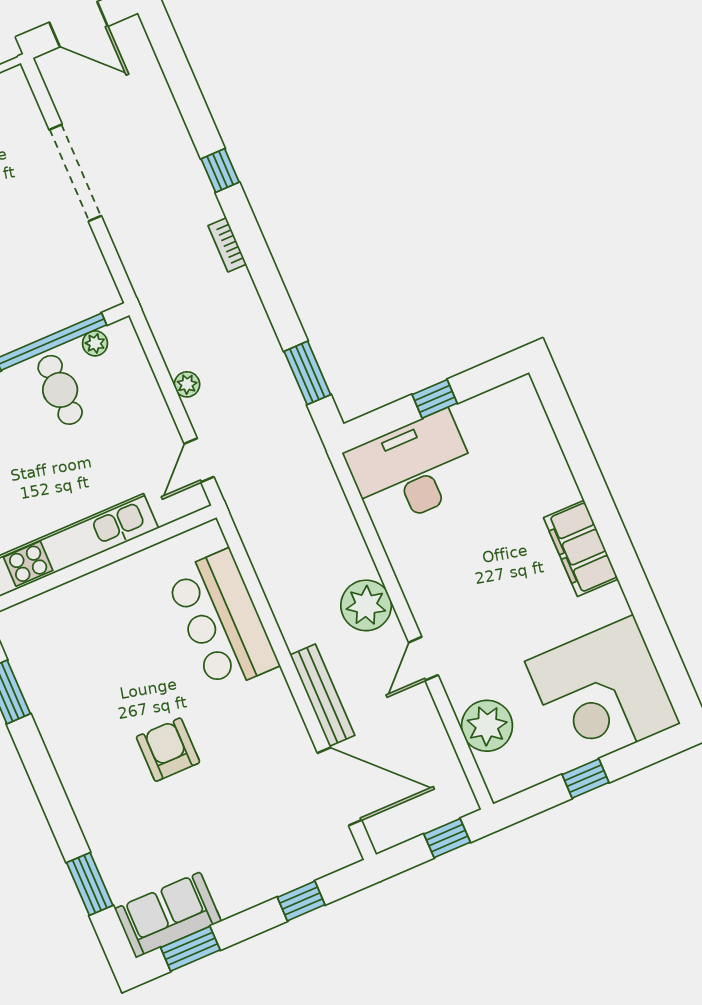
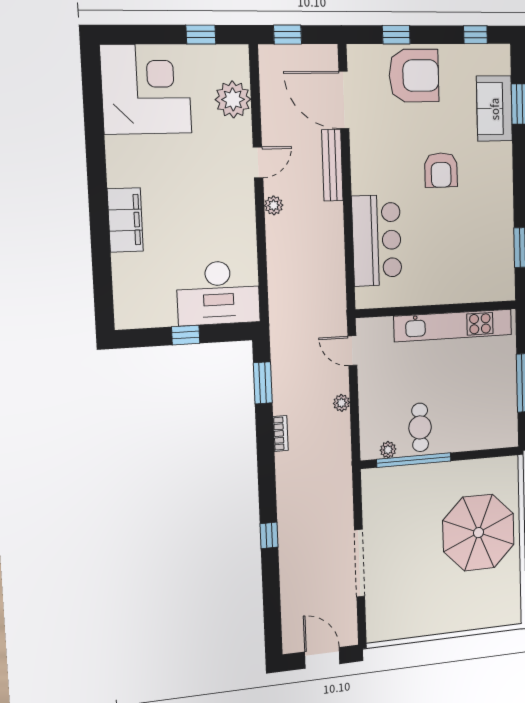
bookcase: (227, 245) -> (280, 433), moved
door: (199, 460) -> (352, 351), swing flipped
filing cabinet: (581, 548) -> (125, 220), moved
plant: (366, 605) -> (274, 205), width x0.53, depth x0.53
window: (585, 779) -> (201, 35), moved
armchair: (256, 858) -> (414, 76), added
sofa: (168, 915) -> (494, 109), moved, turned 90
window: (190, 949) -> (475, 35), width x0.67

